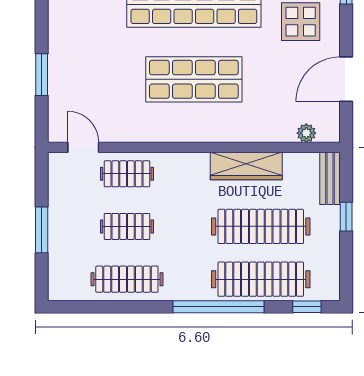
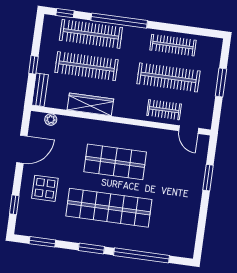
clothes rail: (127, 226) -> (168, 77), width x1.86, depth x1.31

